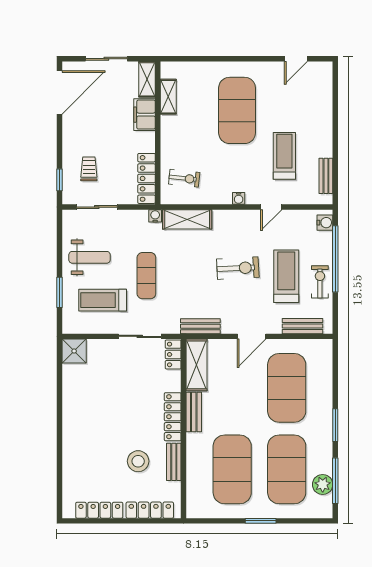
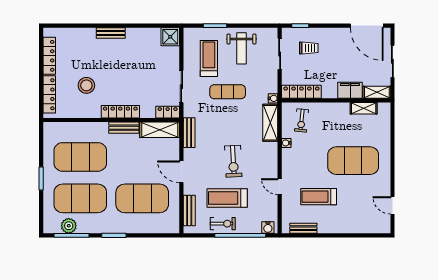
treadmill: (284, 156) -> (319, 197), turned 180
water cooler: (239, 198) -> (286, 143), moved
treadmill: (286, 276) -> (227, 198), turned 180
bench: (174, 462) -> (111, 33), moved

